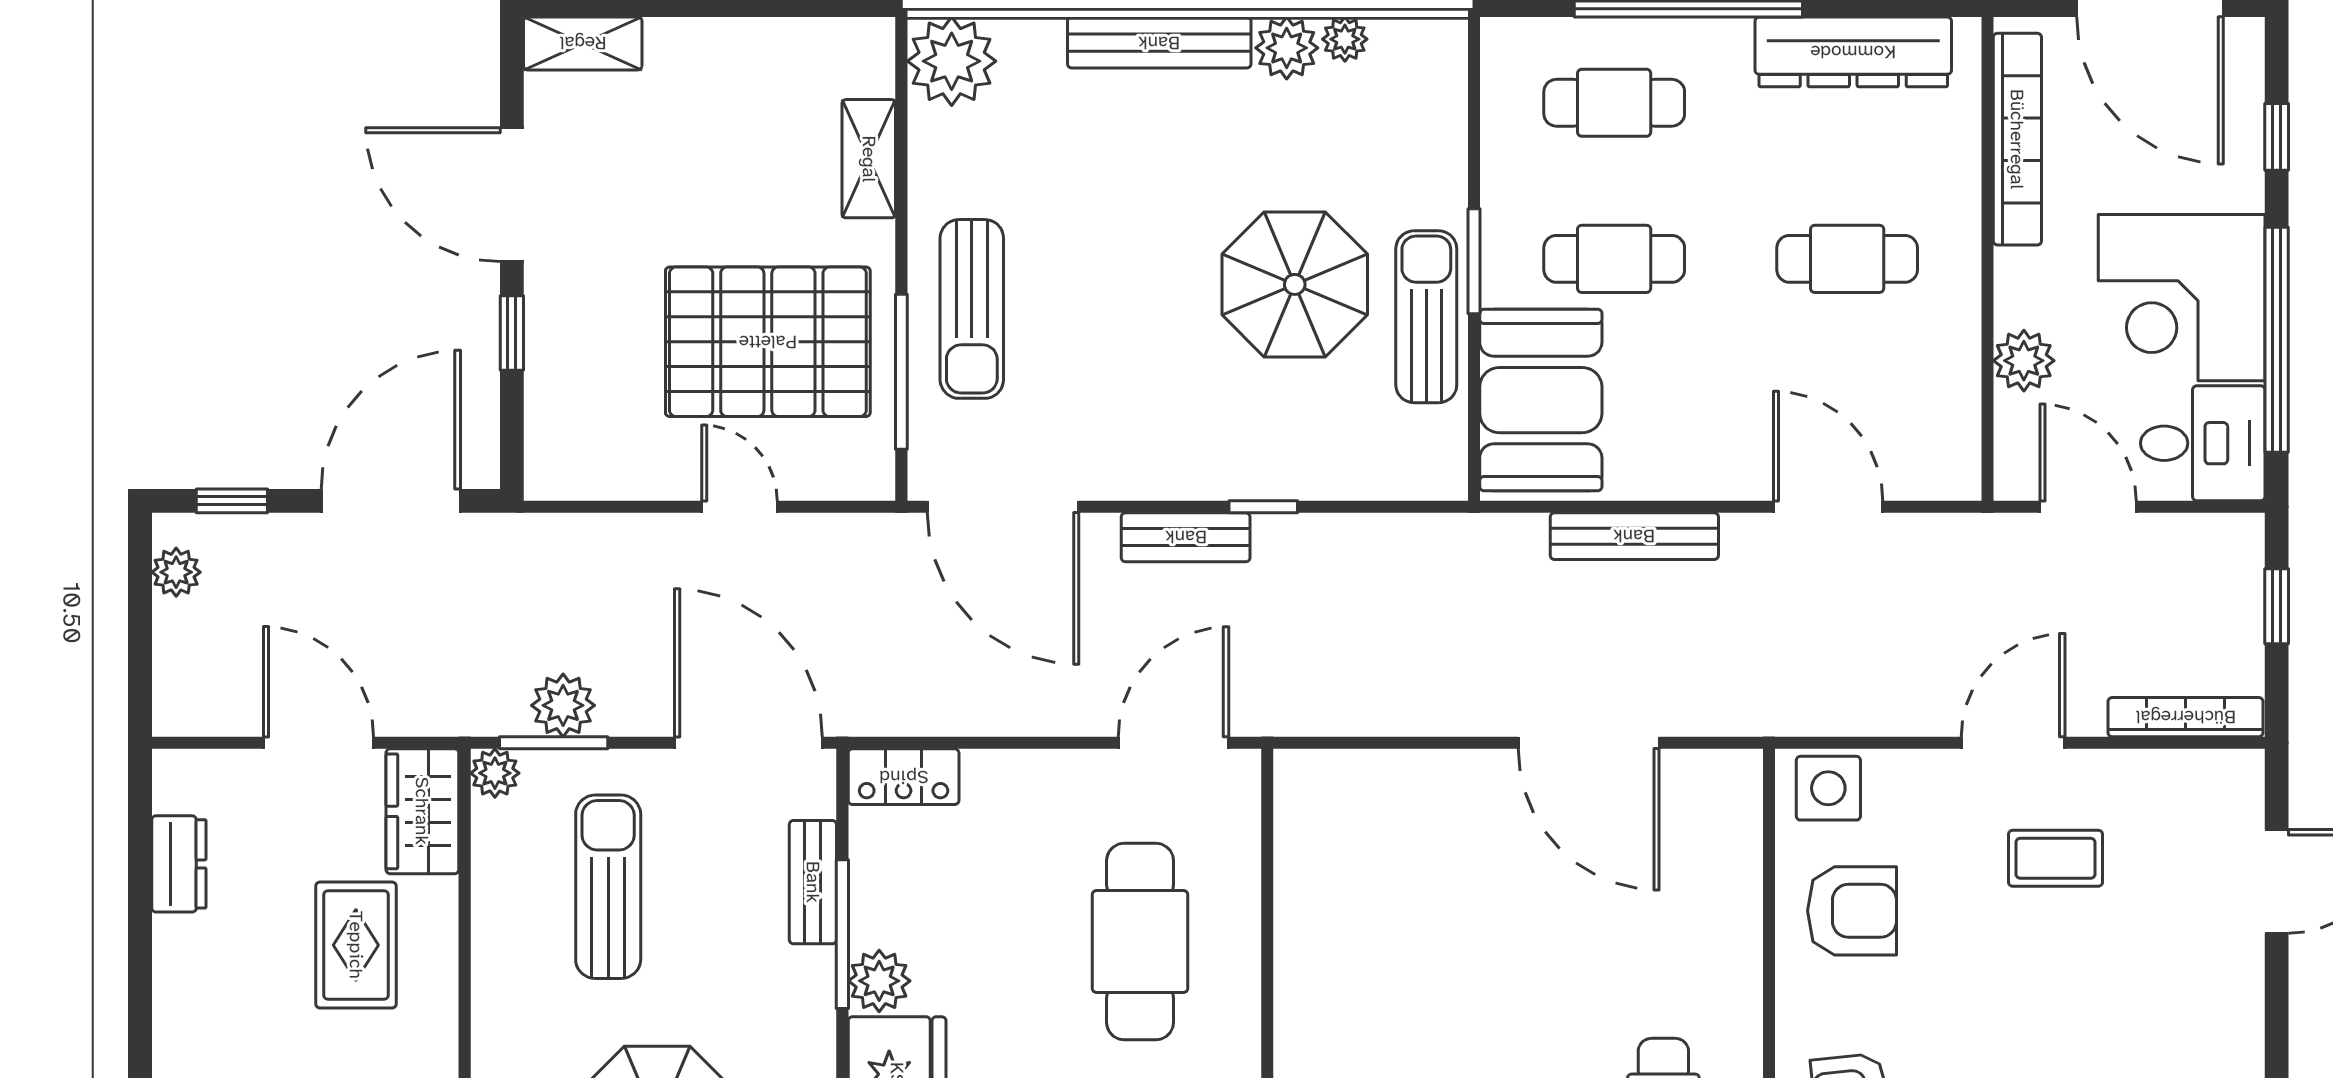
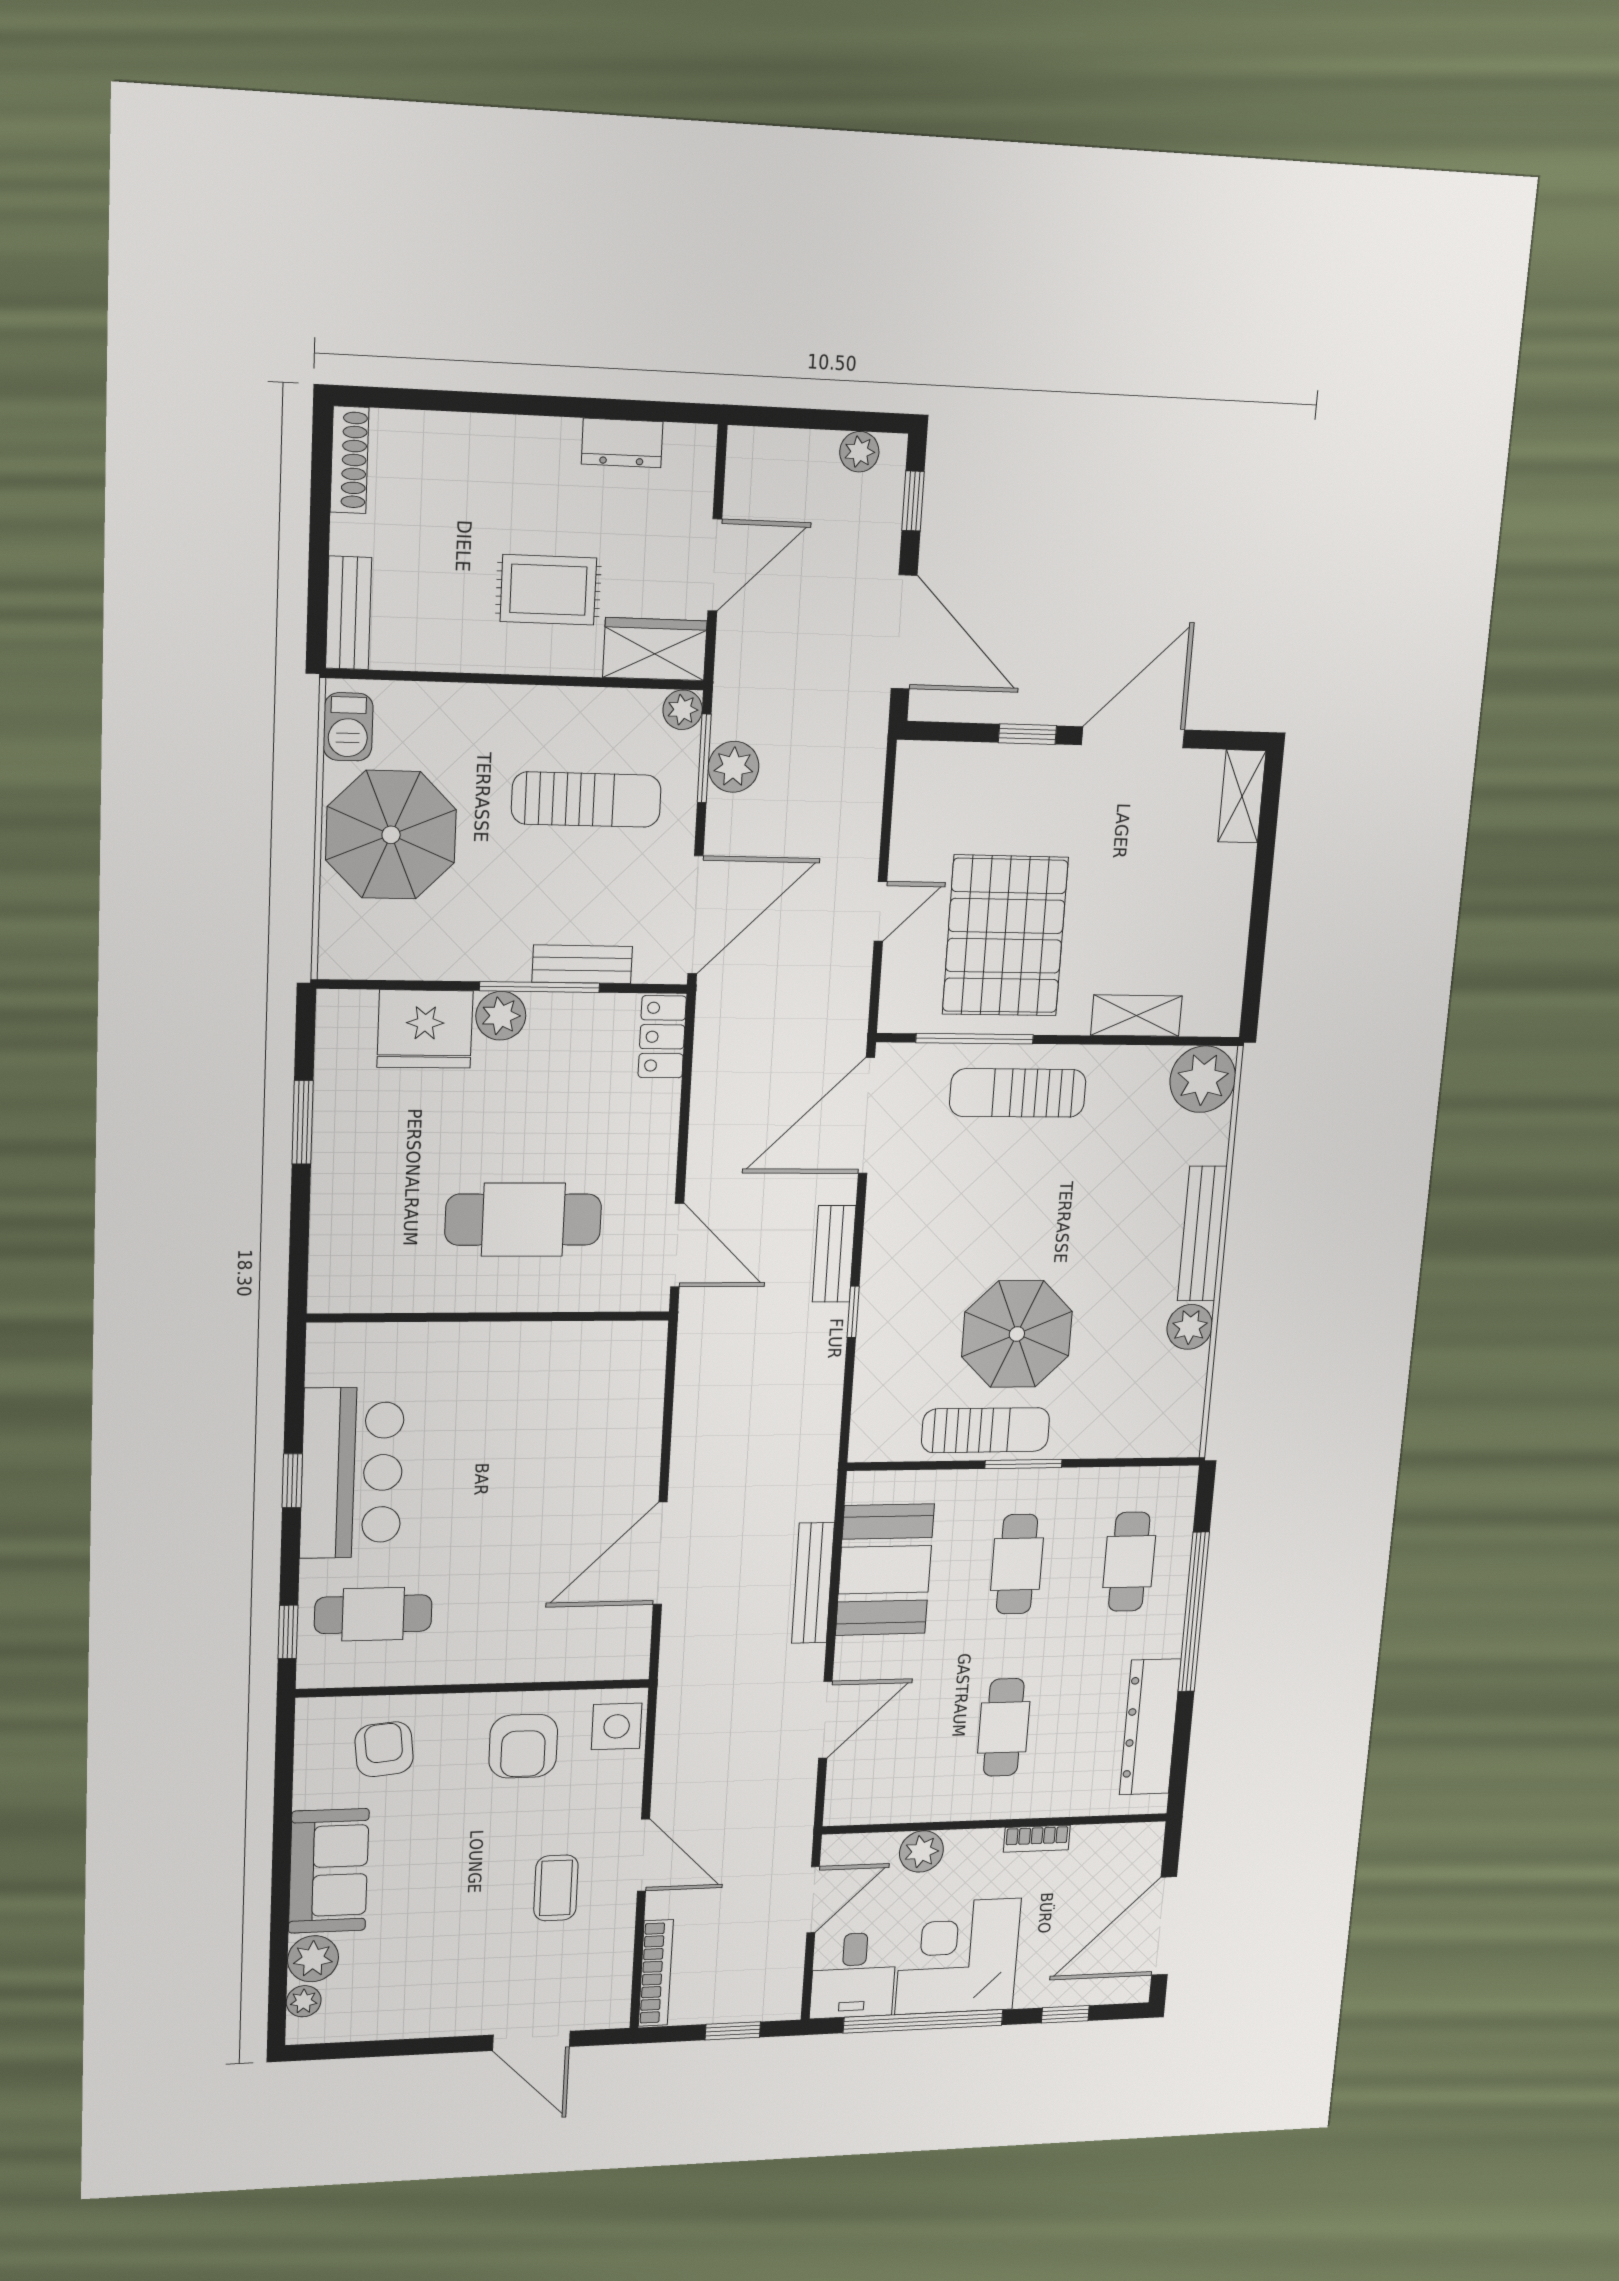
plant: (1345, 39) -> (1192, 1369), removed
bookcase: (2017, 139) -> (1037, 1839), width x0.43, depth x0.76
booth: (1541, 400) -> (885, 1570), moved, turned 90

